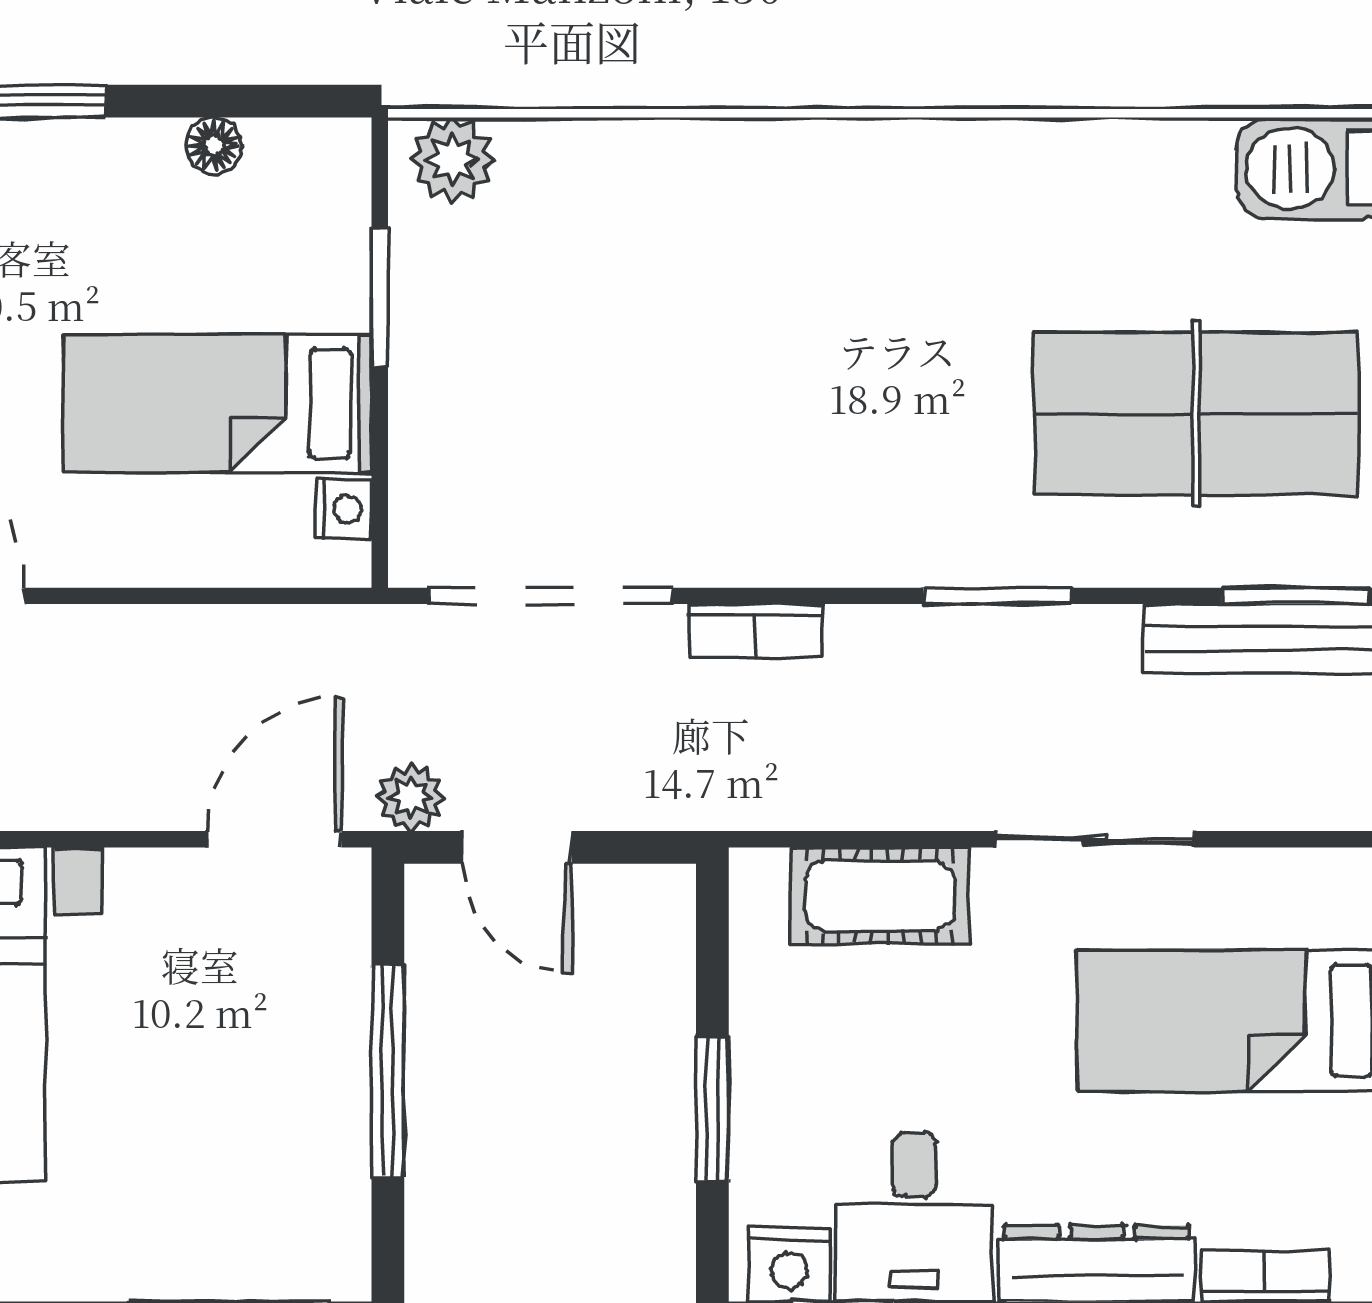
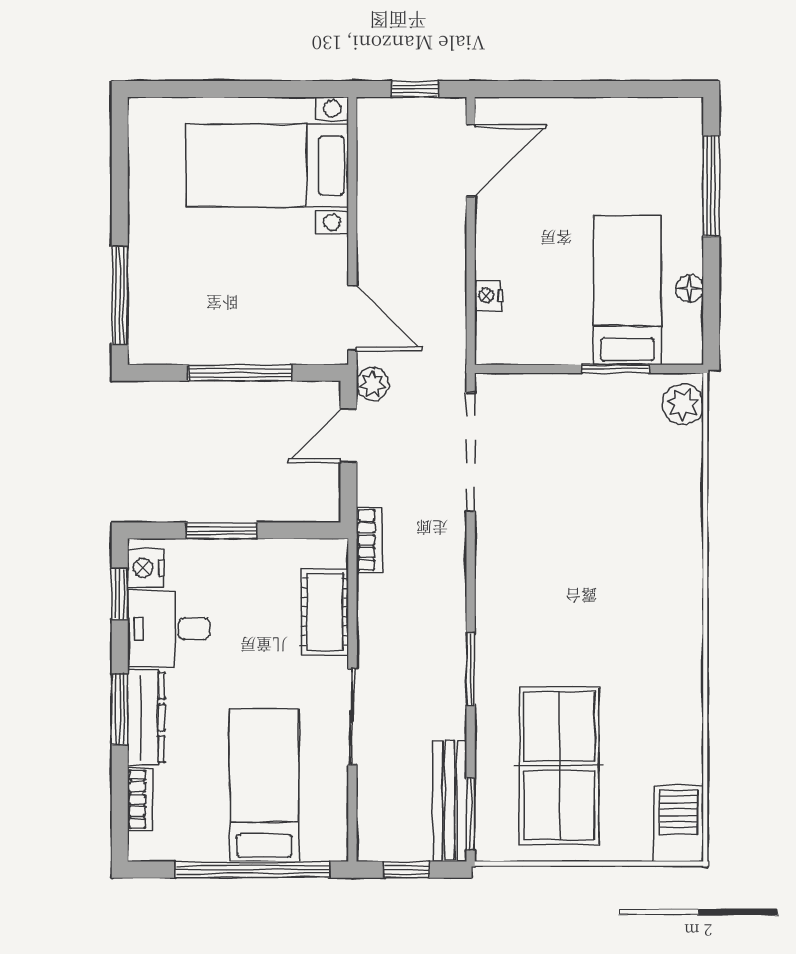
bed: (218, 403) -> (627, 290), moved
nightstand: (343, 509) -> (488, 295), moved, turned 90
bookcase: (755, 631) -> (369, 540), moved, turned 180

